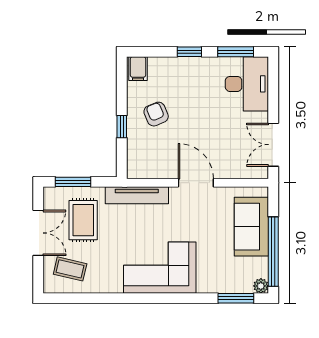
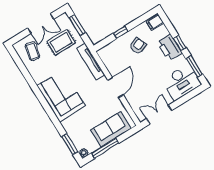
printer: (187, 70) -> (170, 48), added
window: (273, 252) -> (105, 148), width x0.68

